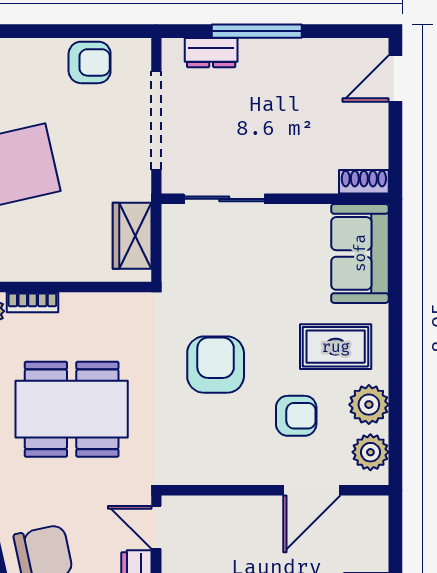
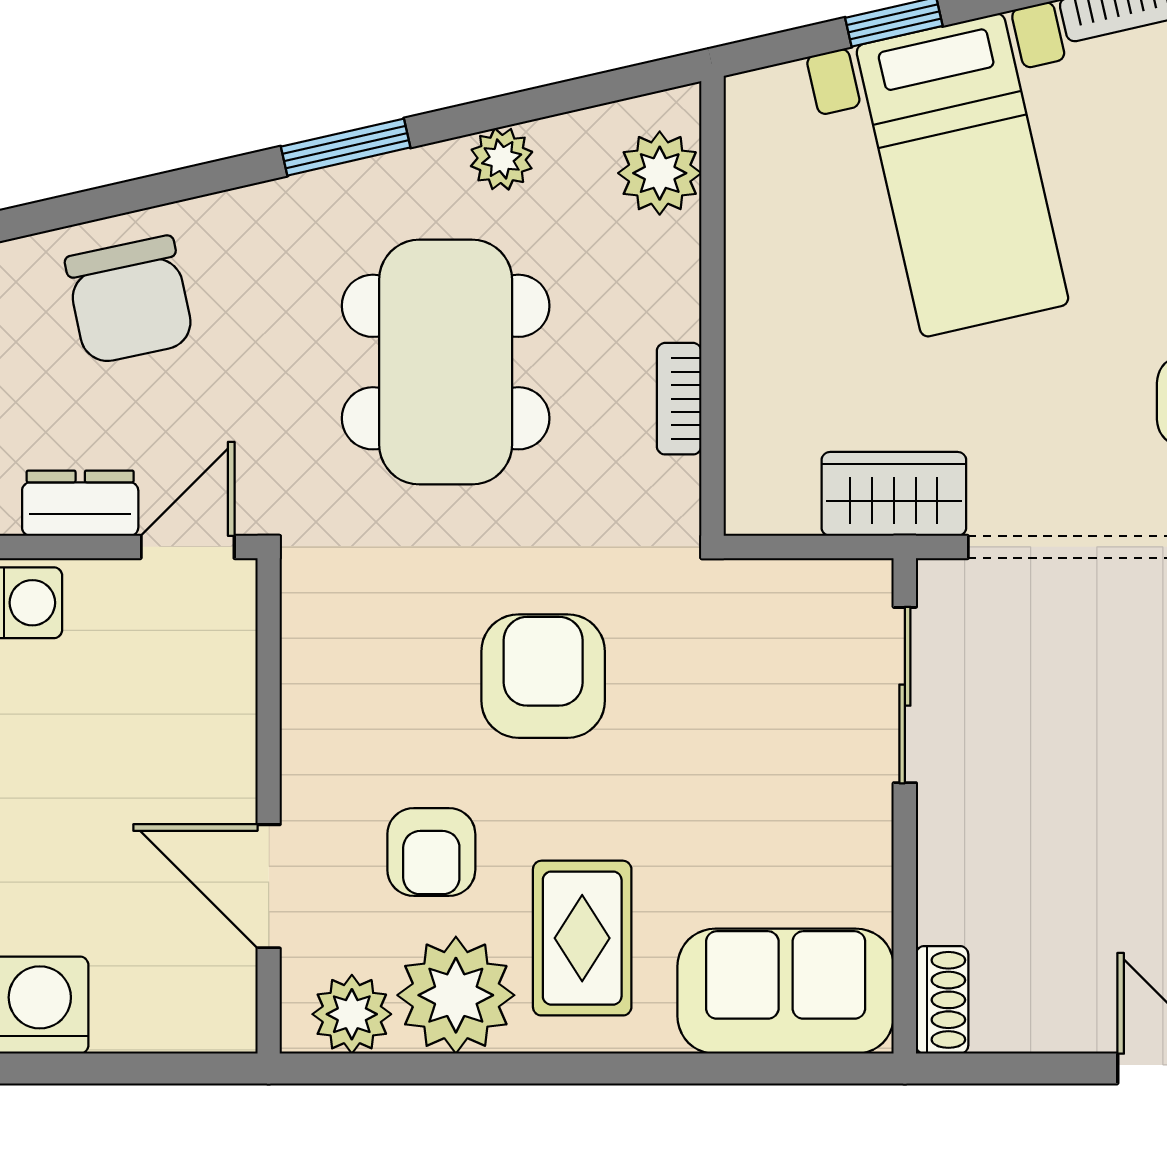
wardrobe: (132, 236) -> (894, 494), moved
bookcase: (32, 302) -> (679, 399), moved
armchair: (216, 365) -> (543, 676), turned -90
plant: (369, 405) -> (456, 995), width x1.36, depth x1.36

